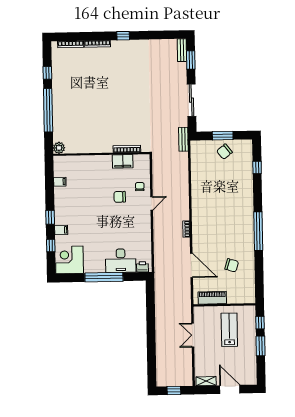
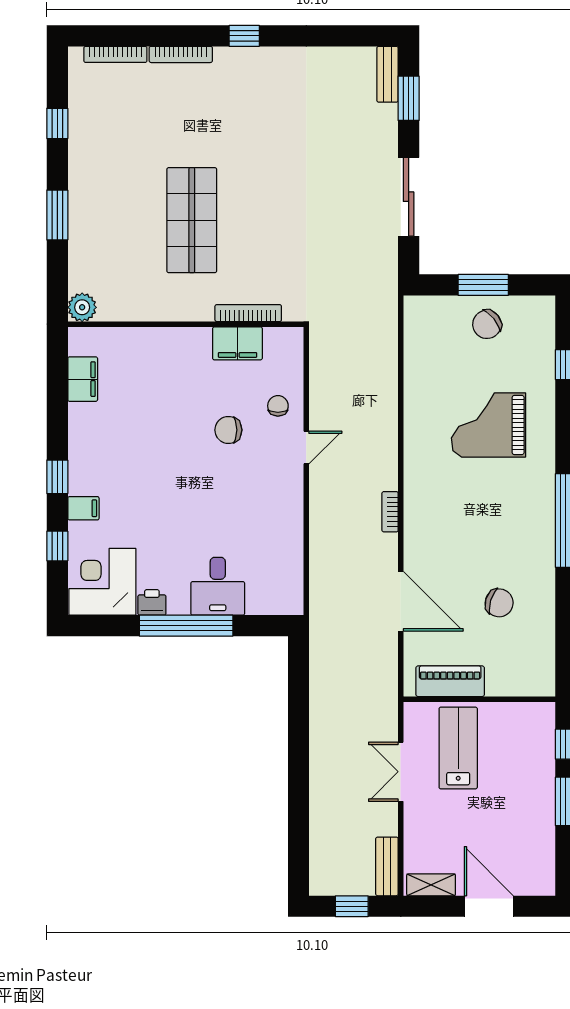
window: (48, 110) -> (57, 215), width x0.47
shop shelf: (103, 111) -> (192, 220), added
bench: (183, 139) -> (387, 866), moved
filing cabinet: (60, 182) -> (83, 379), width x2.00
grand piano: (226, 193) -> (488, 425), added
desk: (121, 261) -> (218, 586), width x0.73
printer: (142, 267) -> (152, 602), moved
lab bench: (229, 330) -> (458, 748), moved

